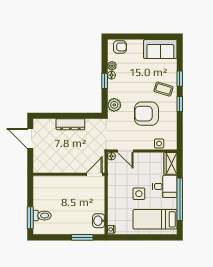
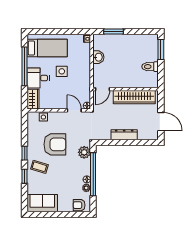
window: (105, 81) -> (93, 174), width x3.17
wardrobe: (59, 165) -> (134, 97), added
toilet: (42, 216) -> (150, 67), moved
washbasin: (99, 221) -> (98, 57), moved

